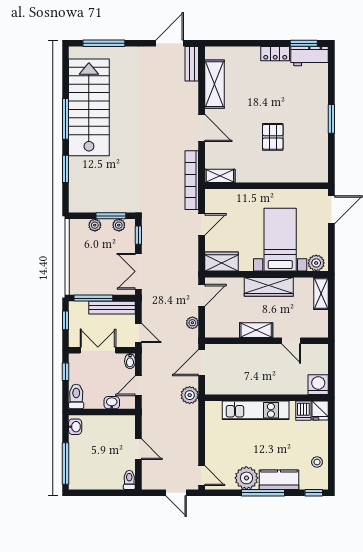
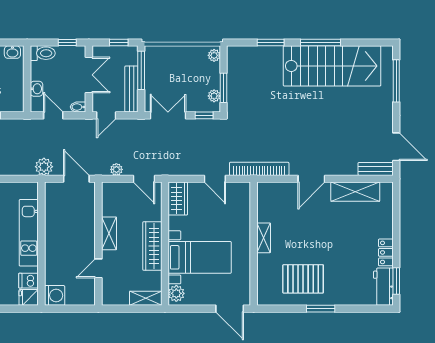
pallet: (273, 137) -> (303, 279), moved, width x1.50, depth x1.42
shelving: (220, 176) -> (264, 238), moved
plant: (95, 225) -> (214, 55), moved

